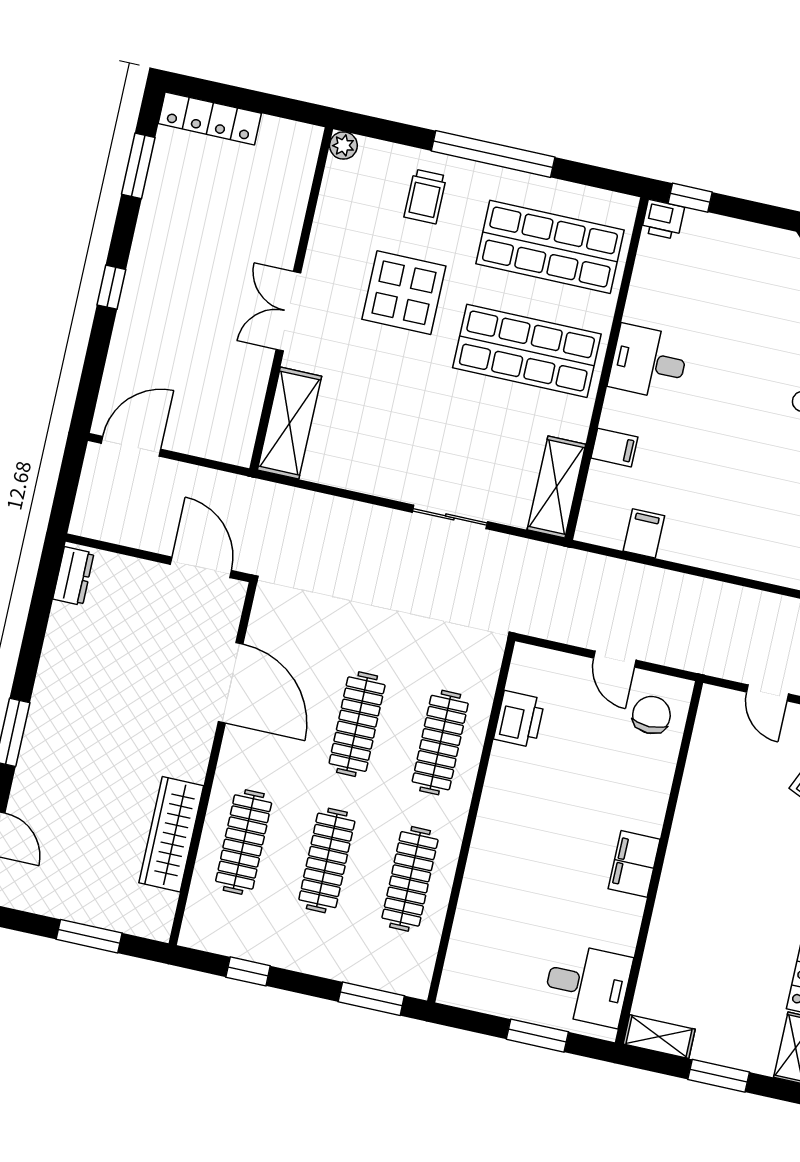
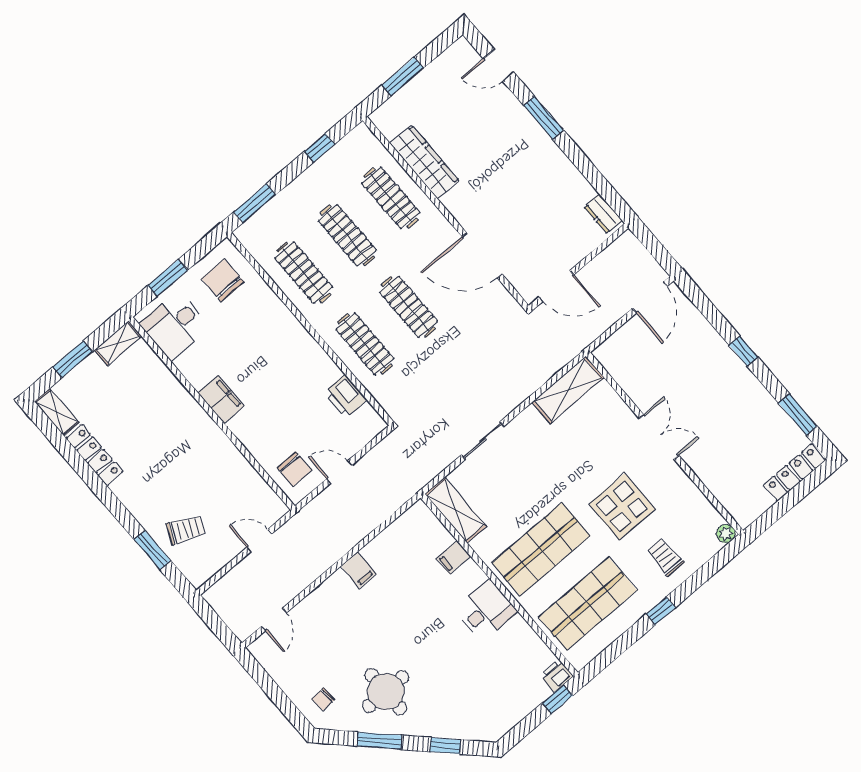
window: (493, 154) -> (661, 611), width x0.32
shelving: (289, 423) -> (568, 390), moved, turned 90
filing cabinet: (644, 533) -> (359, 570), moved
chair: (491, 968) -> (223, 280), added

